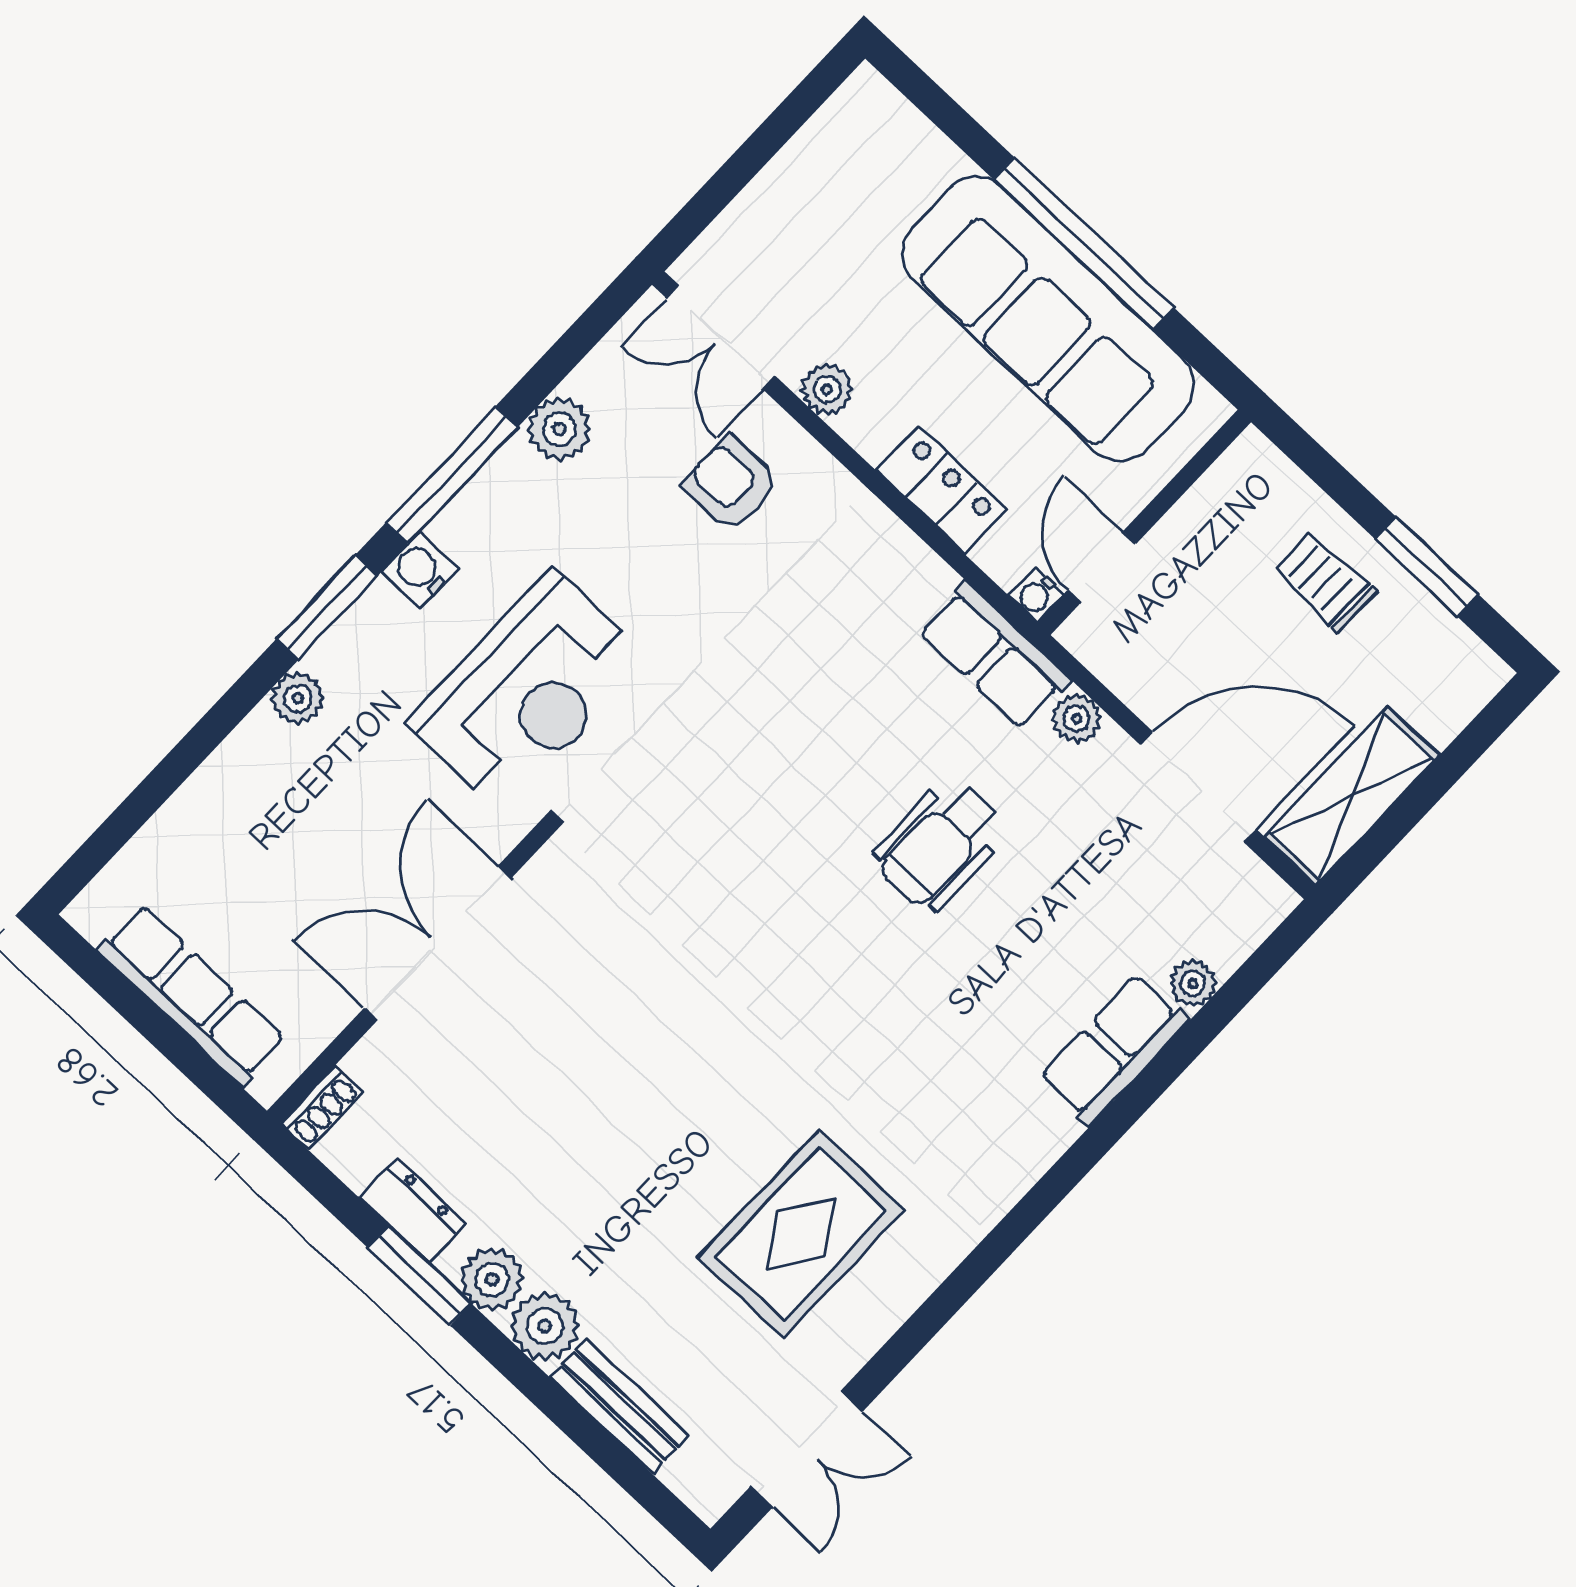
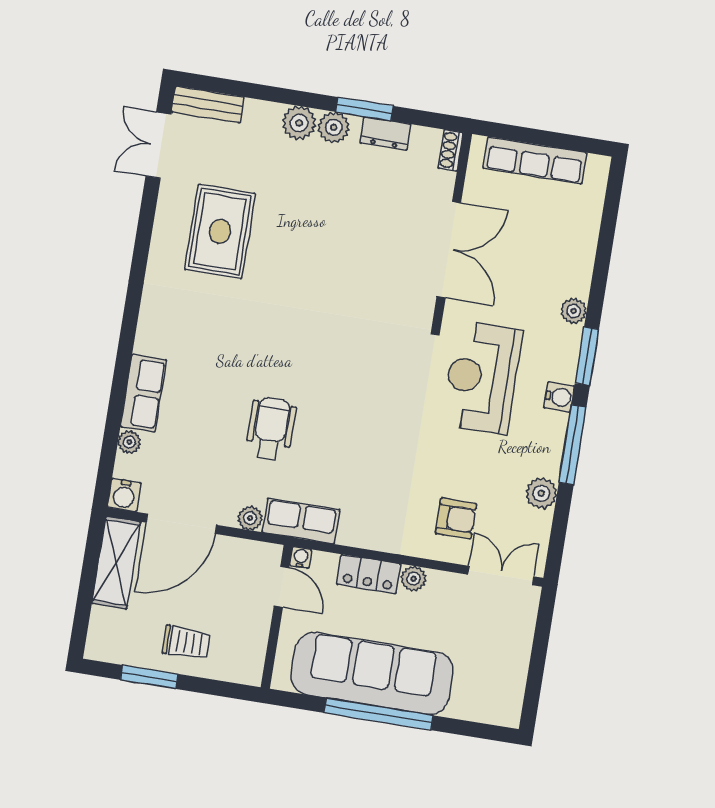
plant: (827, 389) -> (414, 579), moved
water cooler: (1262, 900) -> (124, 495), added
bench: (620, 1406) -> (208, 105), moved

